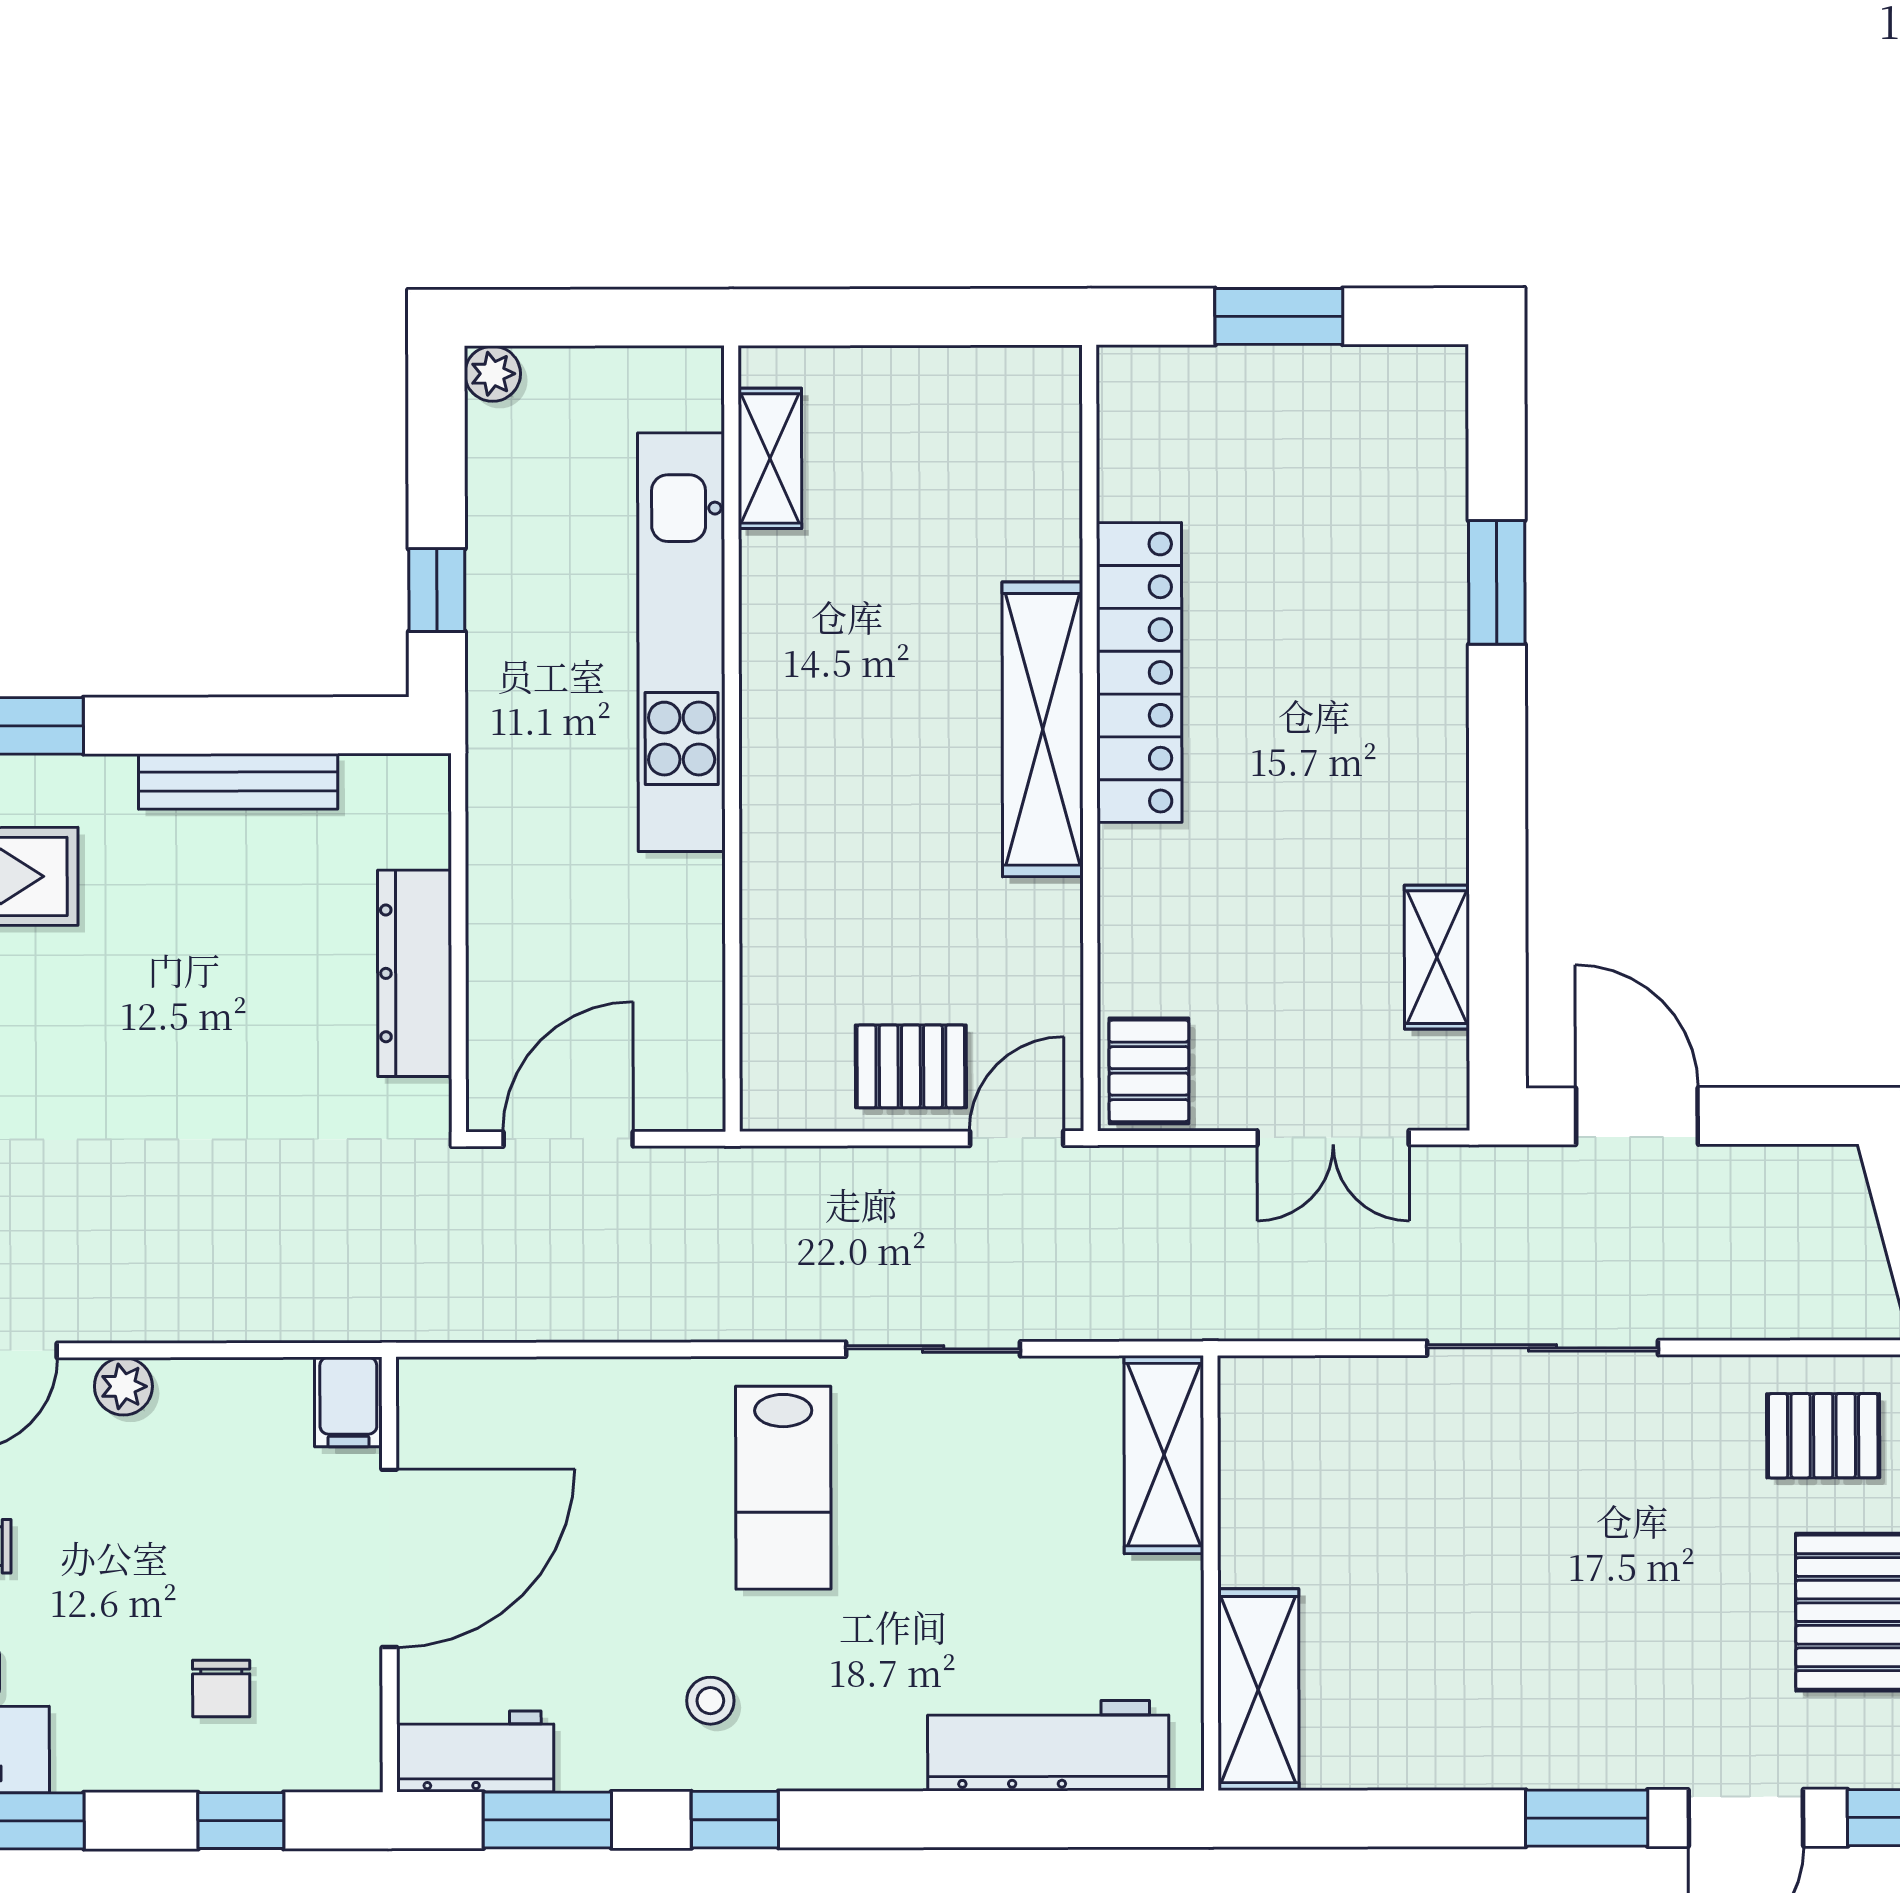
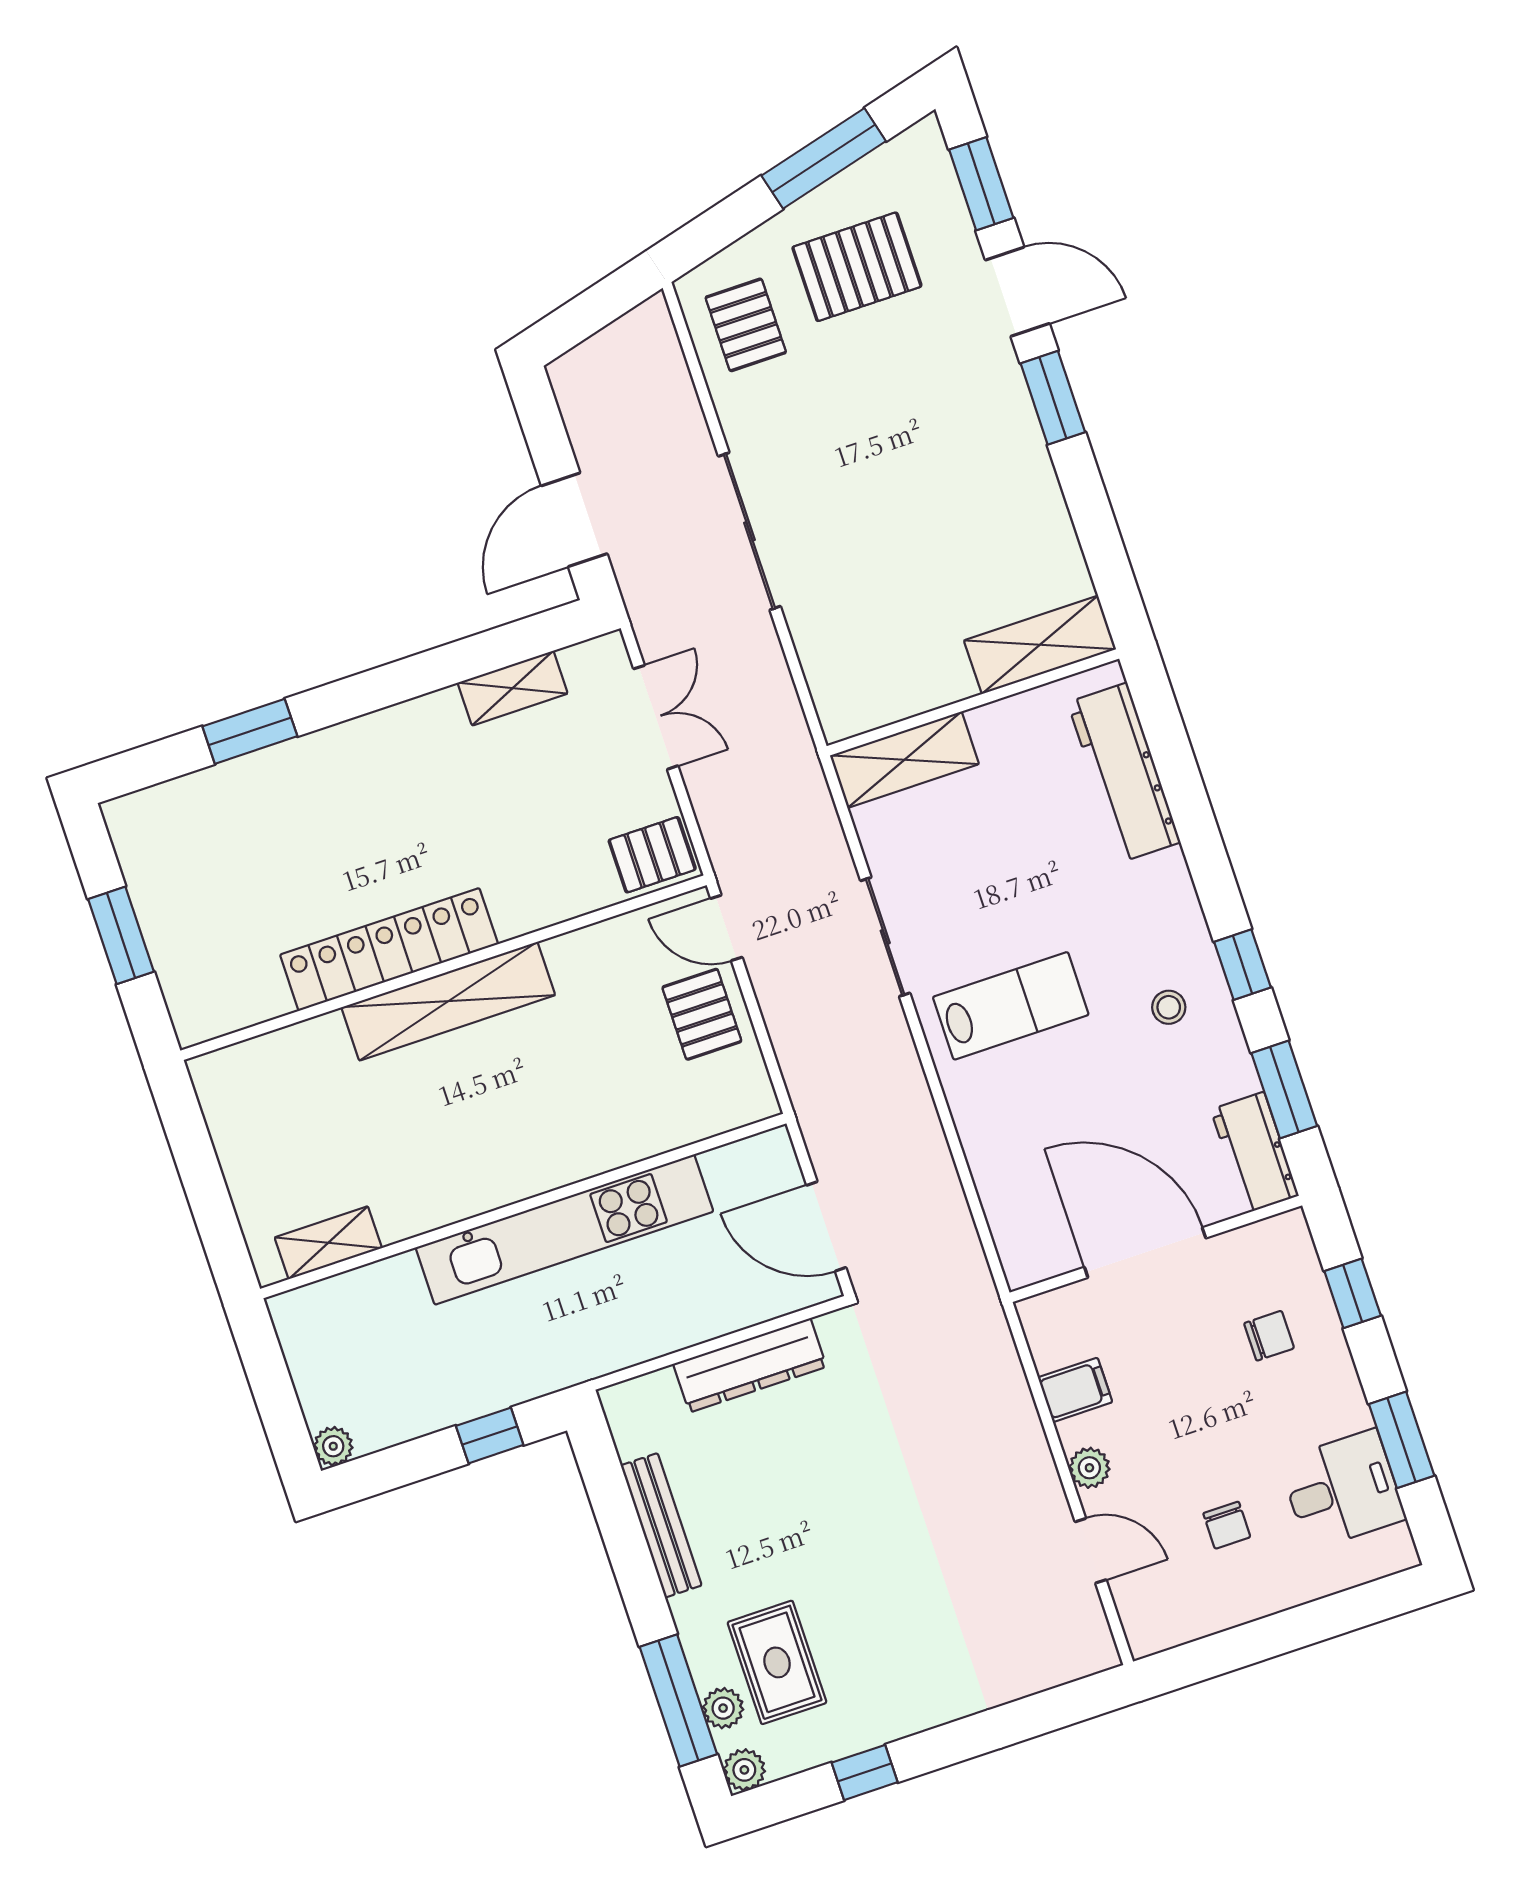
kitchen unit: (681, 642) -> (564, 1230), moved
filing cabinet: (348, 1402) -> (1075, 1390), moved

